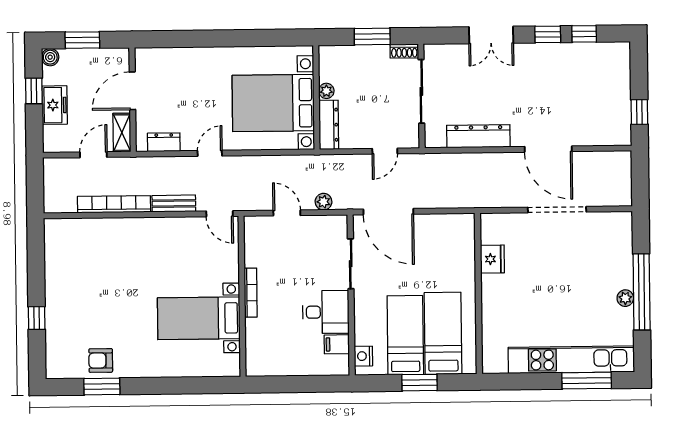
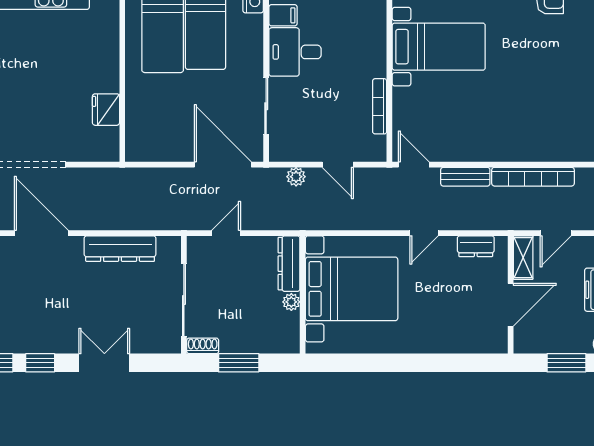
bookcase: (251, 293) -> (380, 106), moved

